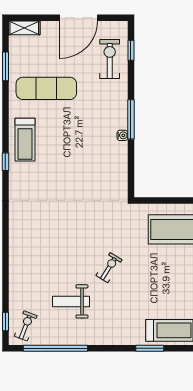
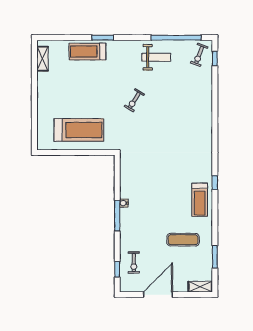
exercise bike: (110, 59) -> (134, 263), width x0.73, depth x0.72
exercise mat: (46, 88) -> (183, 240), width x0.73, depth x0.69
treadmill: (25, 140) -> (200, 200), turned 180
weight bench: (71, 301) -> (156, 57), moved

